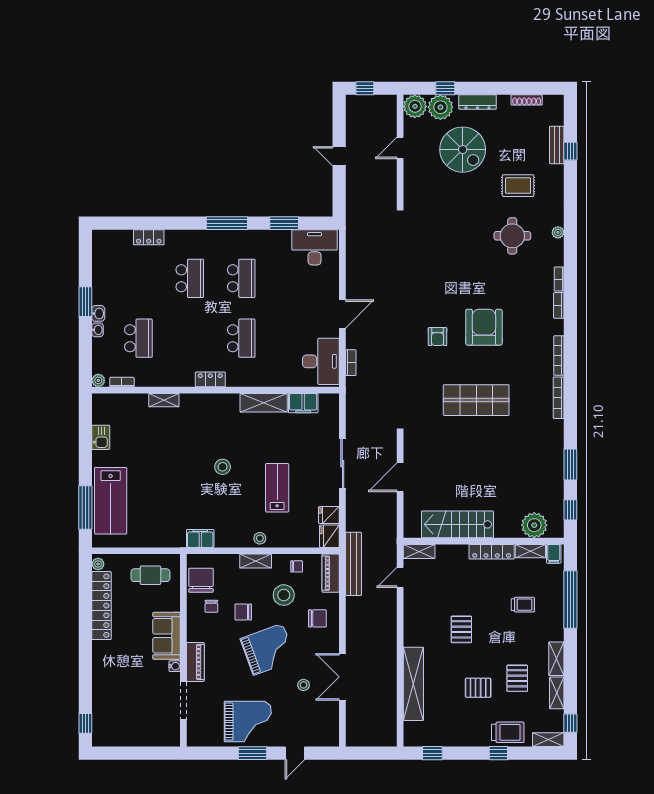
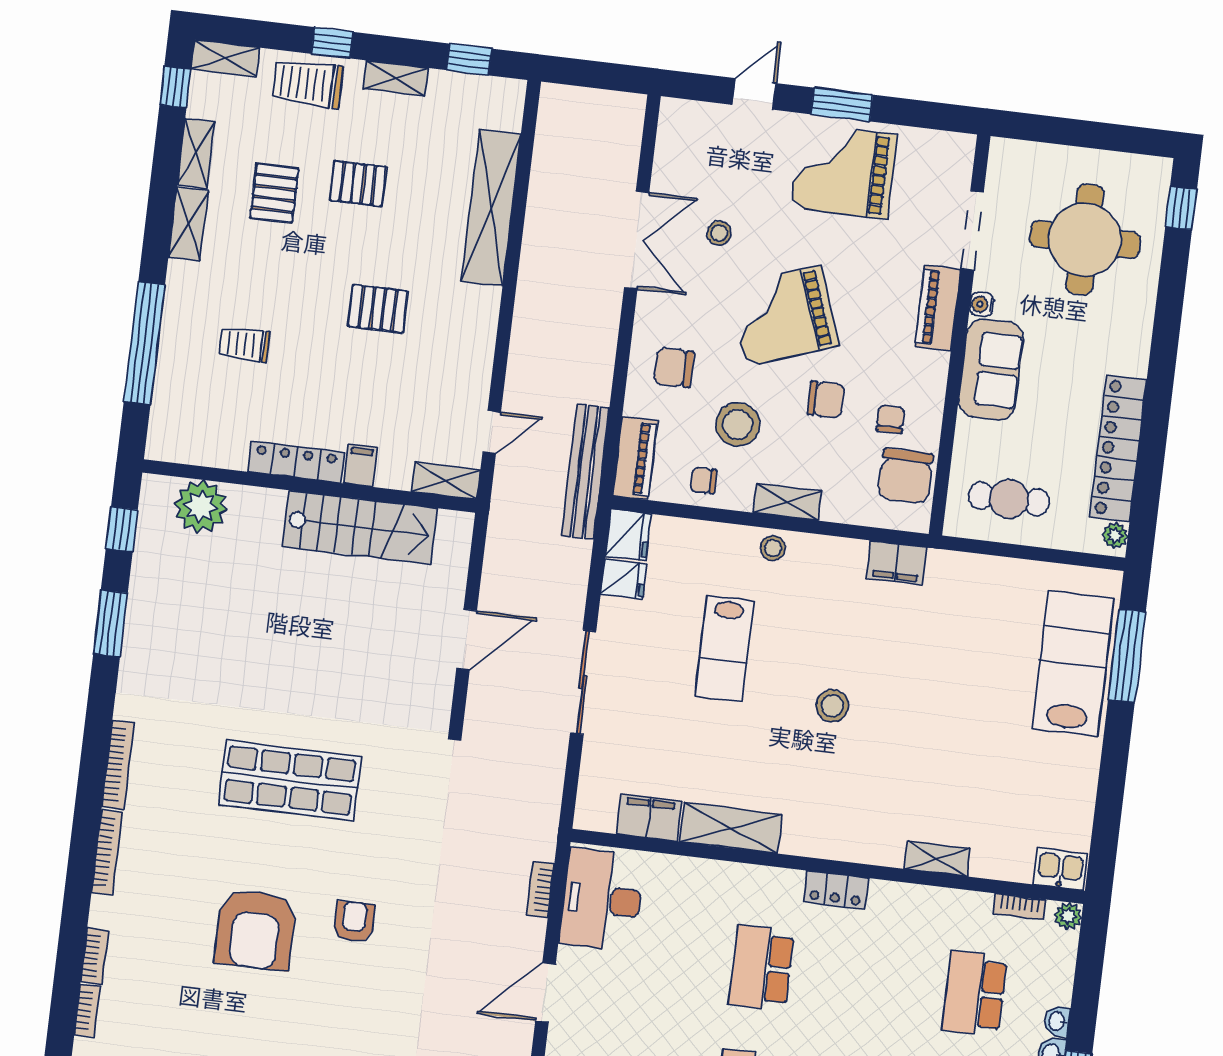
kitchen sink: (101, 437) -> (1060, 869), moved, turned 90
shelving: (530, 551) -> (395, 78), moved
filing cabinet: (554, 554) -> (360, 466), moved
pallet: (461, 629) -> (378, 309), turned 90
round table: (129, 703) -> (1085, 240), added

